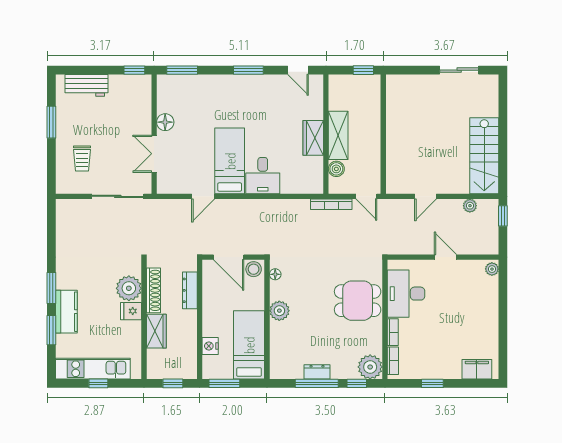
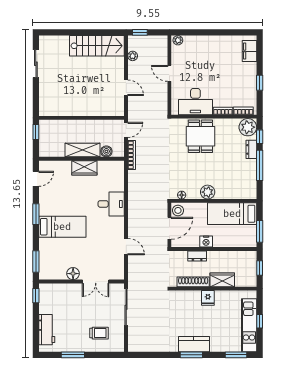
bed: (230, 161) -> (62, 227), moved, turned 180
door: (445, 257) -> (169, 73), hinge flipped
plant: (129, 288) -> (192, 300), removed
dresser: (190, 290) -> (197, 256), width x0.70
kitchen counter: (66, 312) -> (194, 344), moved
window: (51, 330) -> (236, 355), moved
nightstand: (210, 346) -> (206, 241), moved
dresser: (317, 372) -> (251, 149), moved

